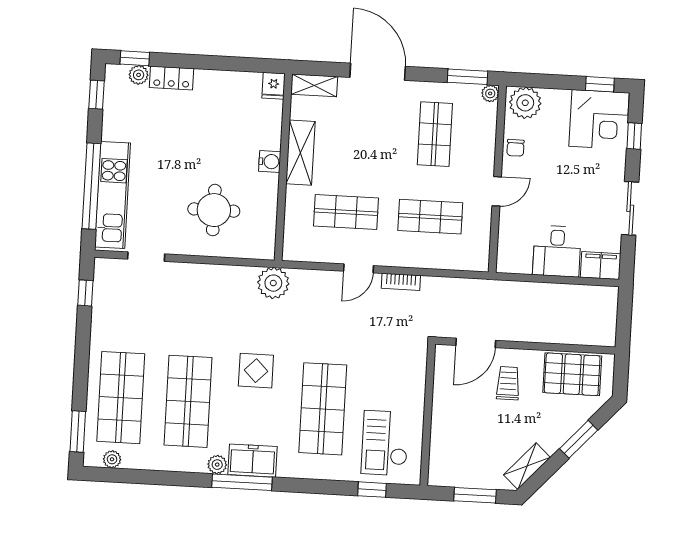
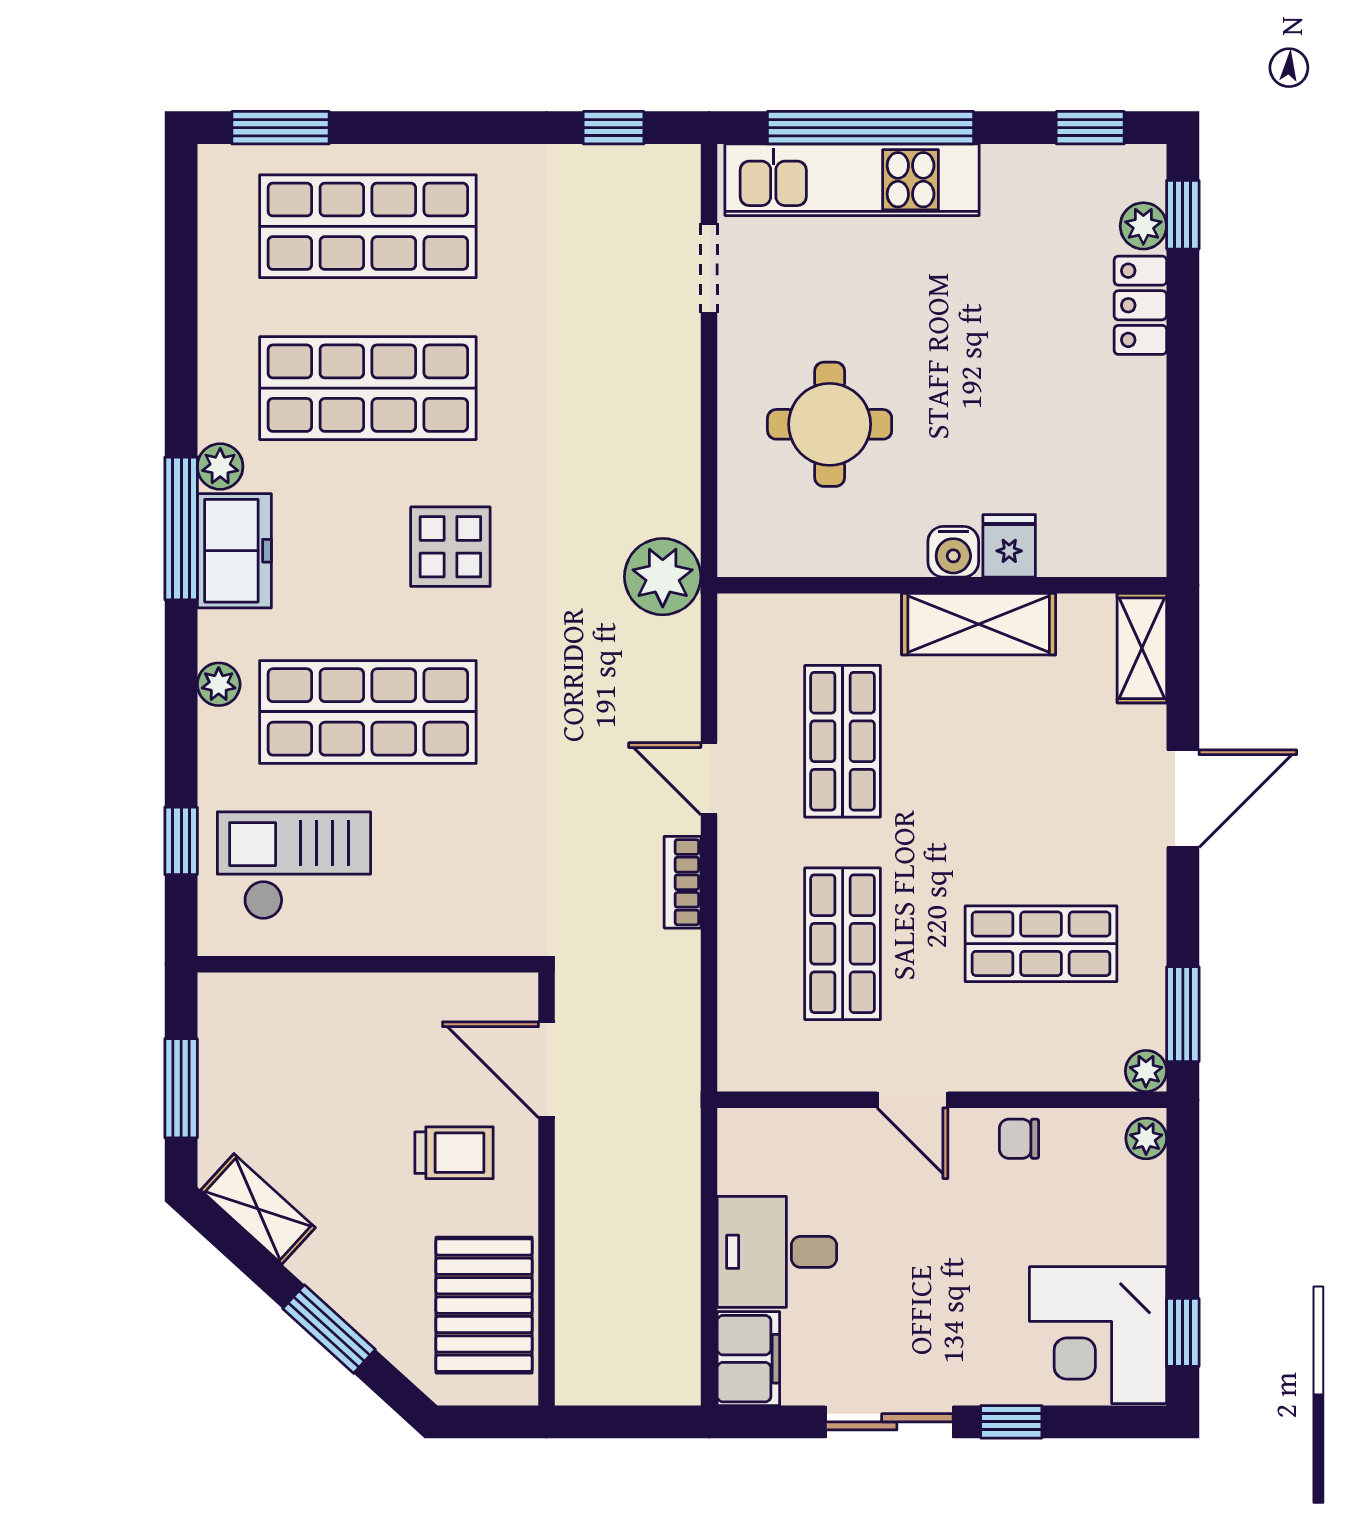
door: (378, 72) -> (1183, 799), width x0.73
fridge: (274, 86) -> (1009, 546), moved, turned 90
plant: (525, 103) -> (1146, 1138), width x0.53, depth x0.53
window: (634, 136) -> (1011, 1422), moved
plant: (112, 459) -> (219, 684), moved

